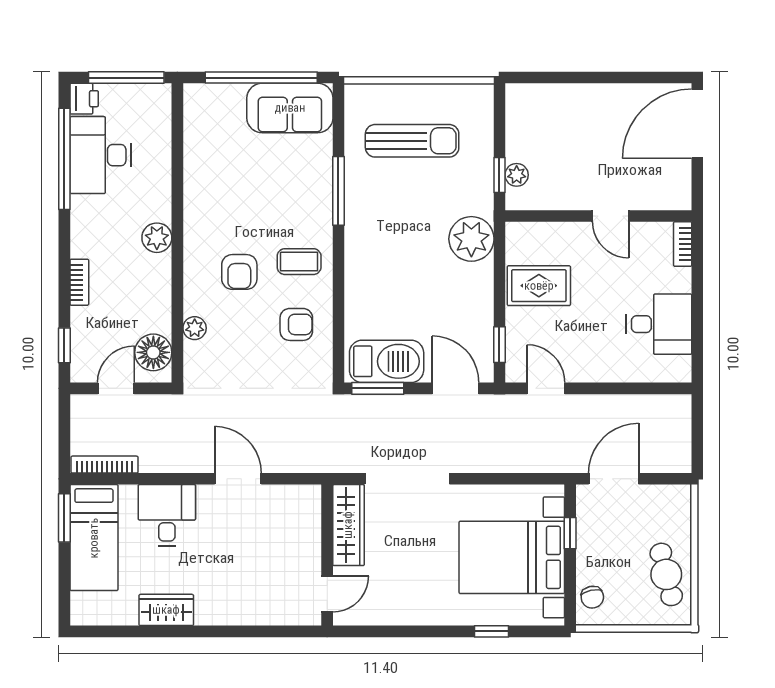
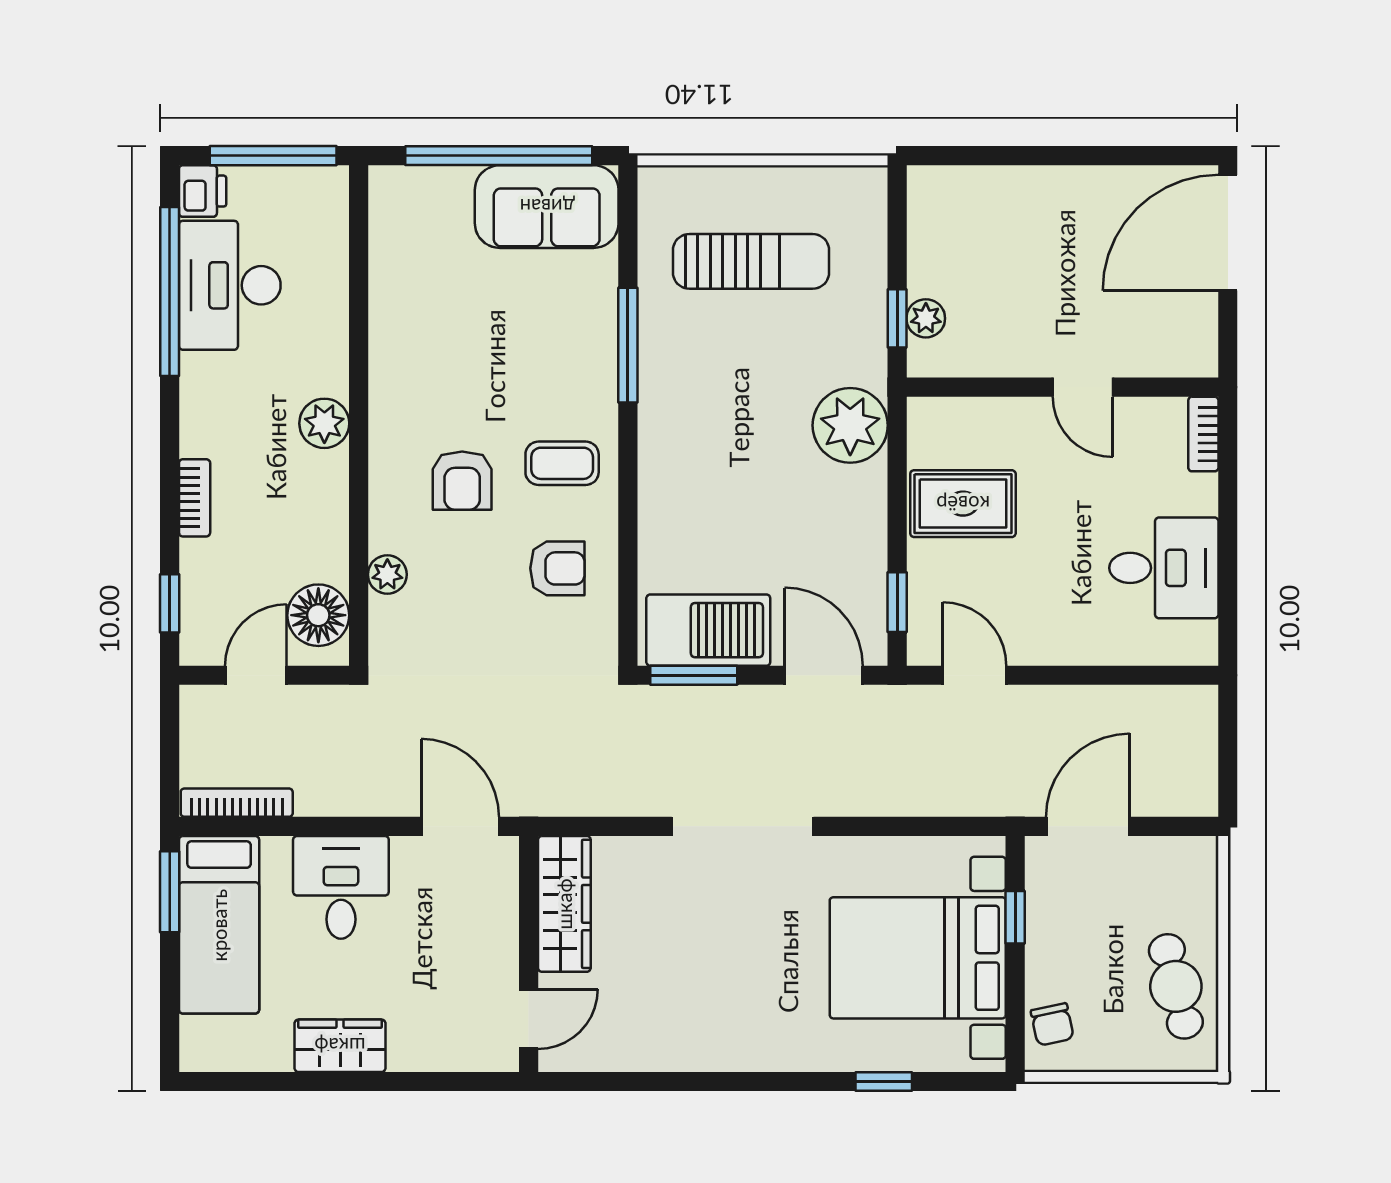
wardrobe: (348, 525) -> (564, 904), moved
wall: (327, 555) -> (529, 954), moved
door: (327, 594) -> (529, 1019), moved

